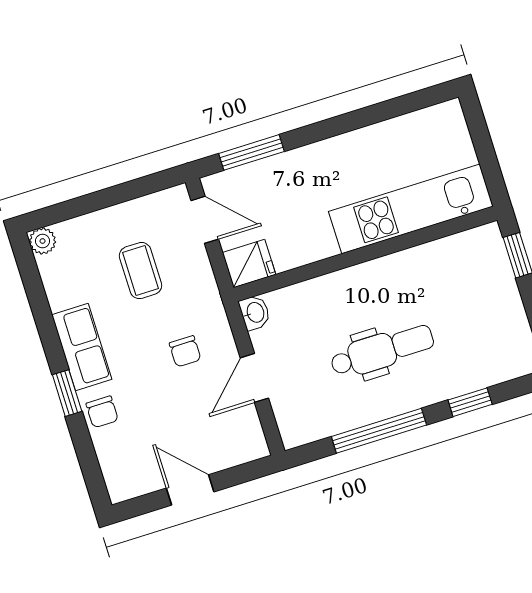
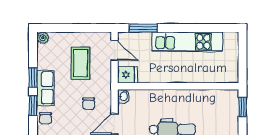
kitchen unit: (411, 209) -> (187, 42), moved, turned 180
coffee table: (140, 271) -> (80, 63), width x1.36, depth x1.30
window: (48, 333) -> (33, 78), added

